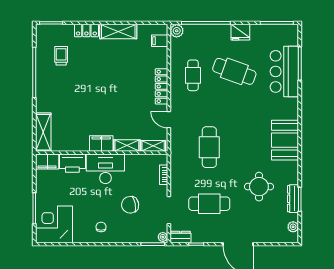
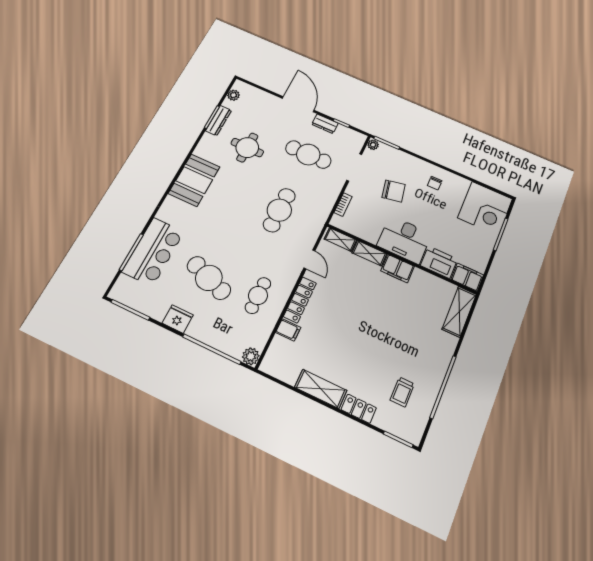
filing cabinet: (160, 41) -> (288, 330), moved
dresser: (181, 237) -> (325, 124), moved

